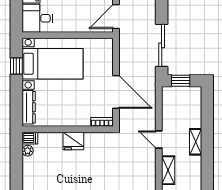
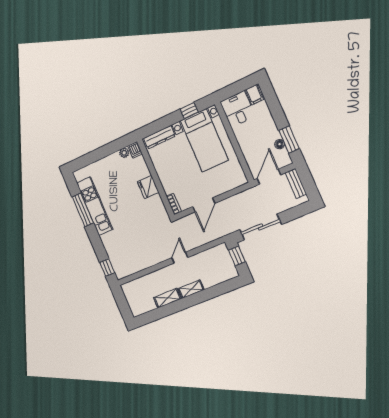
door: (116, 16) -> (269, 177), hinge flipped
door: (116, 92) -> (204, 205), width x0.73
shelving: (168, 170) -> (167, 298), moved

